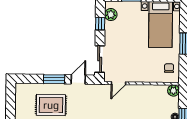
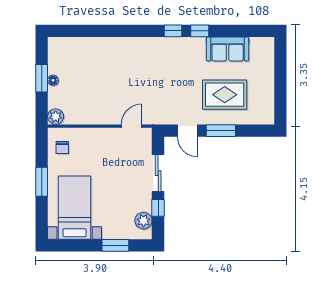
sliding door: (100, 59) -> (158, 173), moved
door: (78, 79) -> (187, 131), hinge flipped

